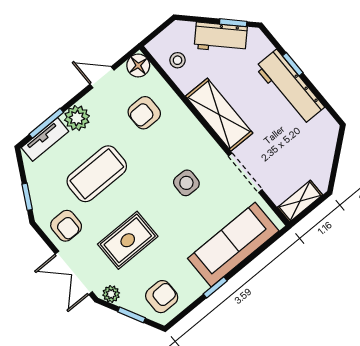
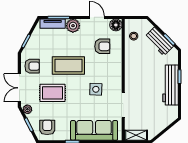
armchair: (144, 113) -> (102, 46), turned 180
shelving: (219, 115) -> (132, 72), removed
coffee table: (97, 174) -> (68, 65), moved
armchair: (66, 226) -> (32, 66), turned -90
armchair: (162, 297) -> (47, 127), turned -90

